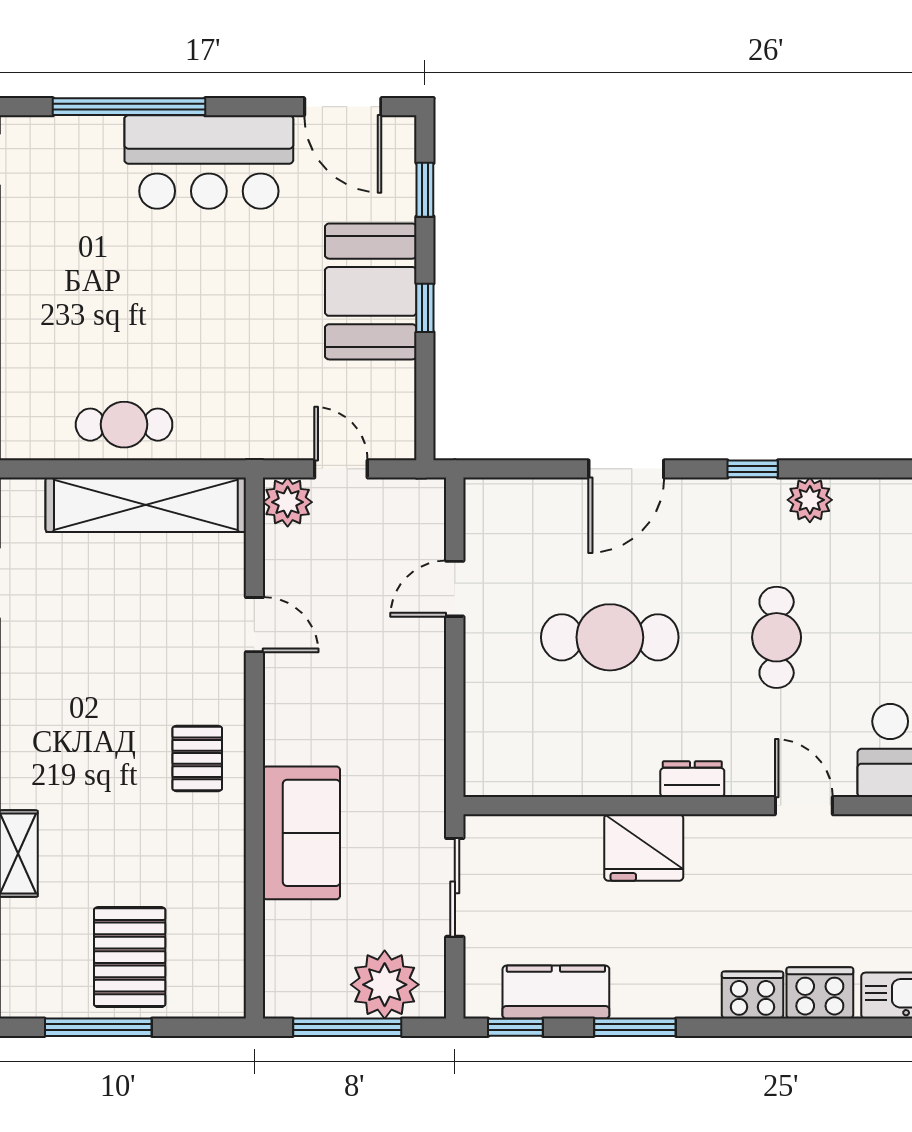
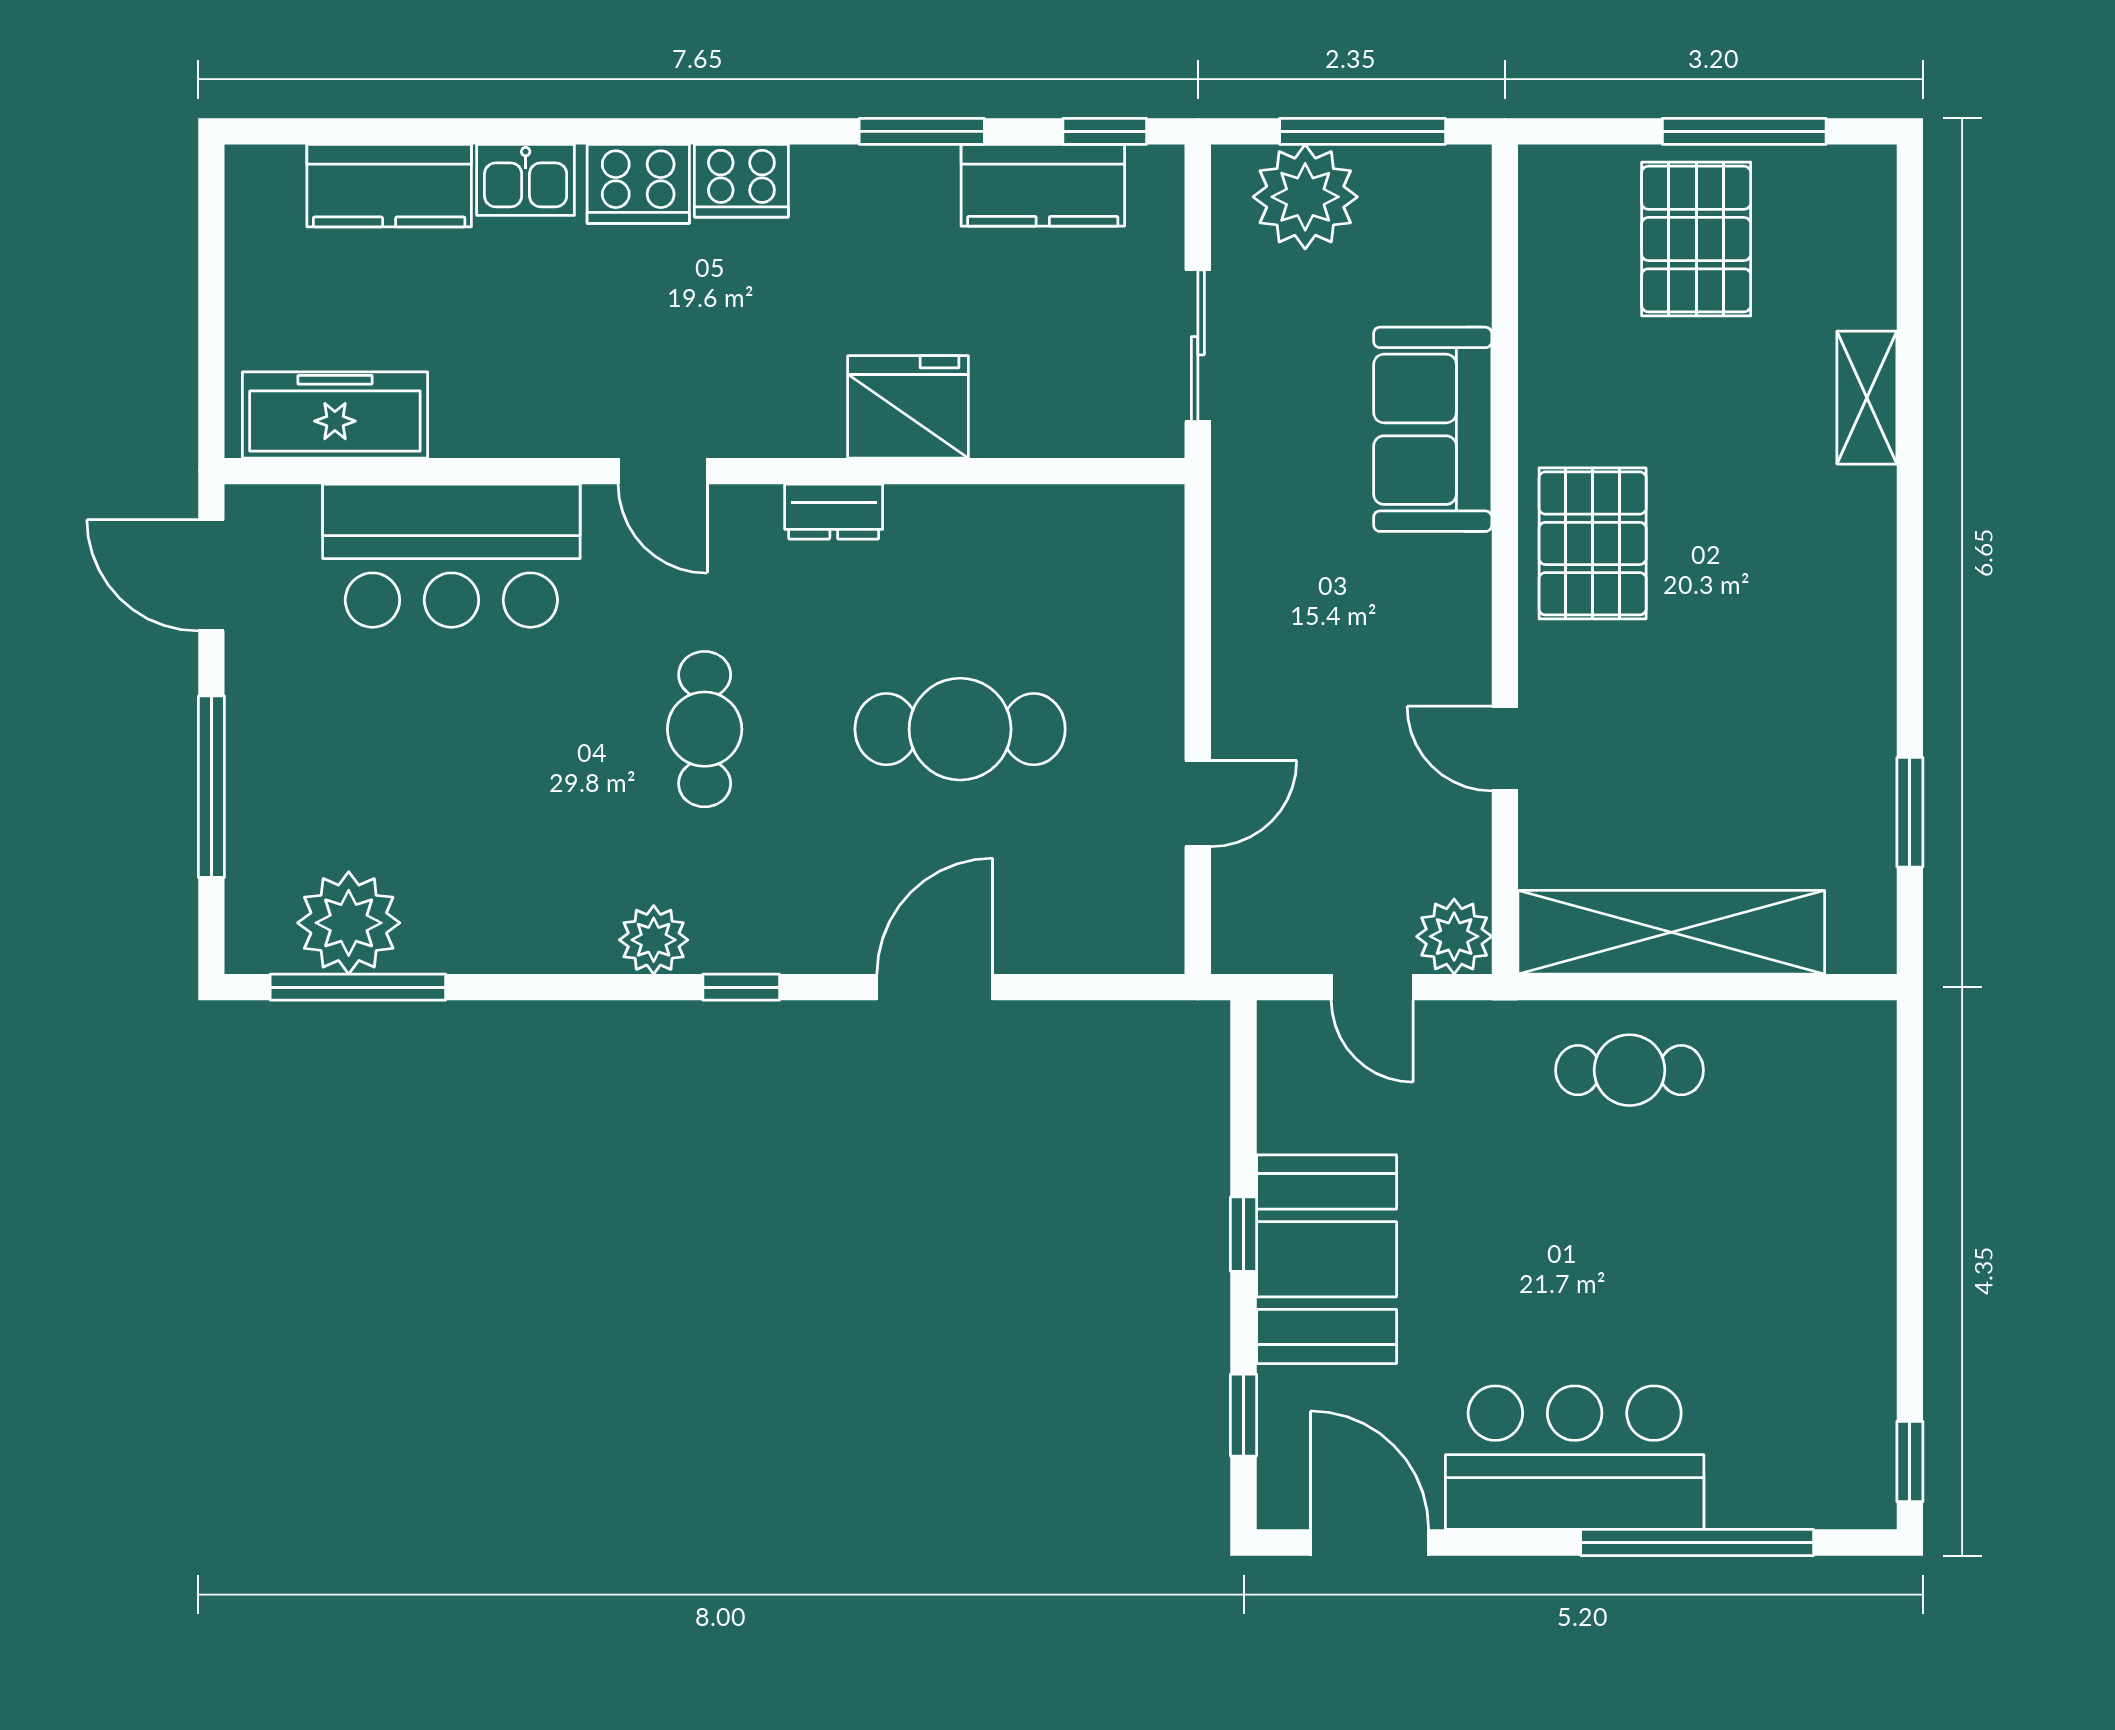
cafe table: (124, 425) -> (1630, 1070), moved
pallet: (197, 758) -> (1593, 543), width x1.50, depth x1.42

